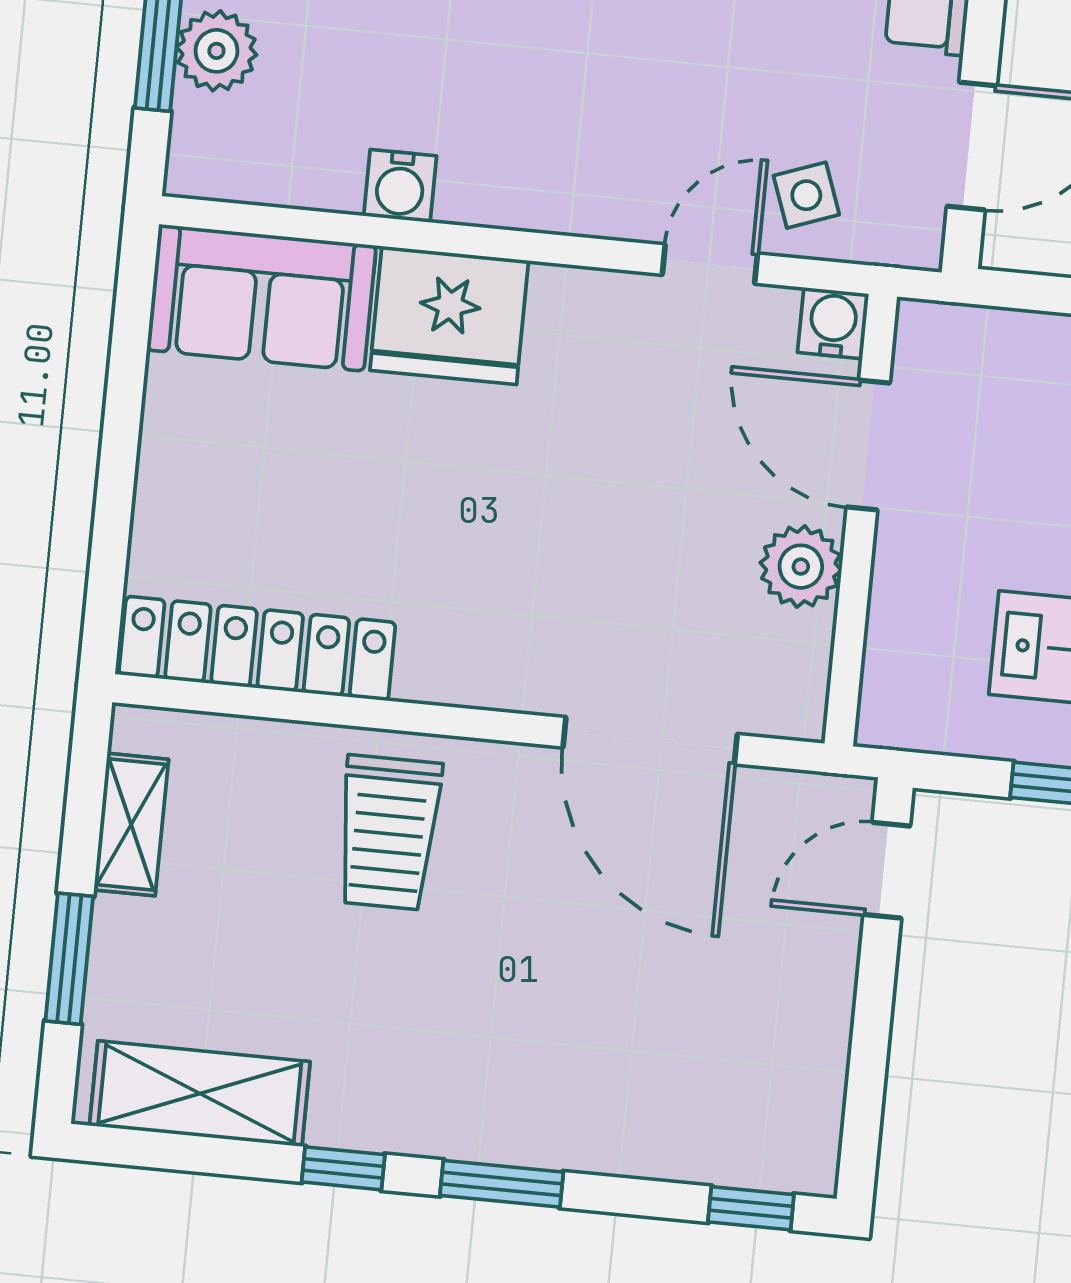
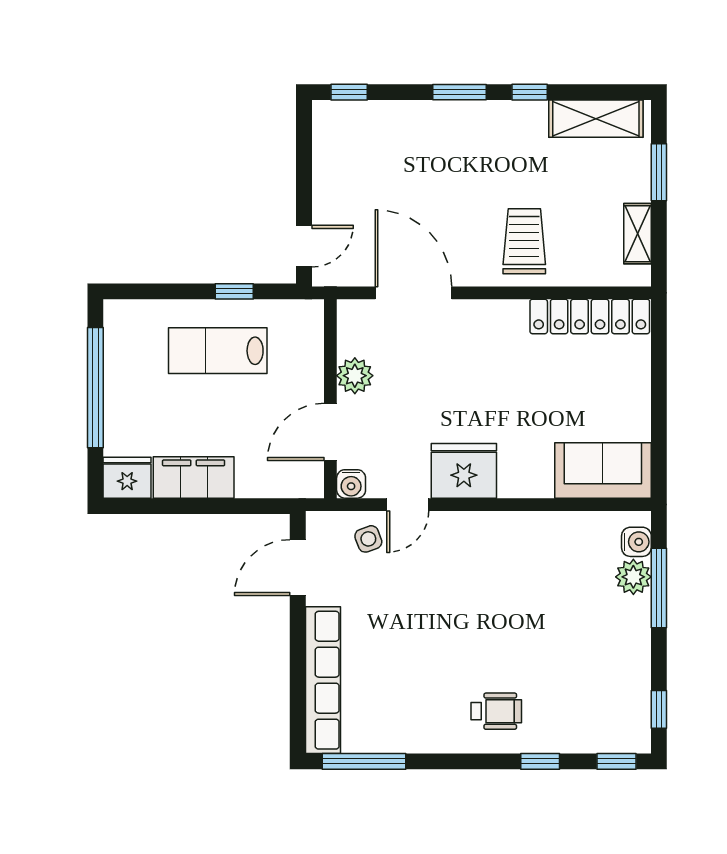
water cooler: (400, 186) -> (636, 542), moved, turned 90
fridge: (449, 315) -> (464, 471), moved
door: (868, 445) -> (330, 432), swing flipped

